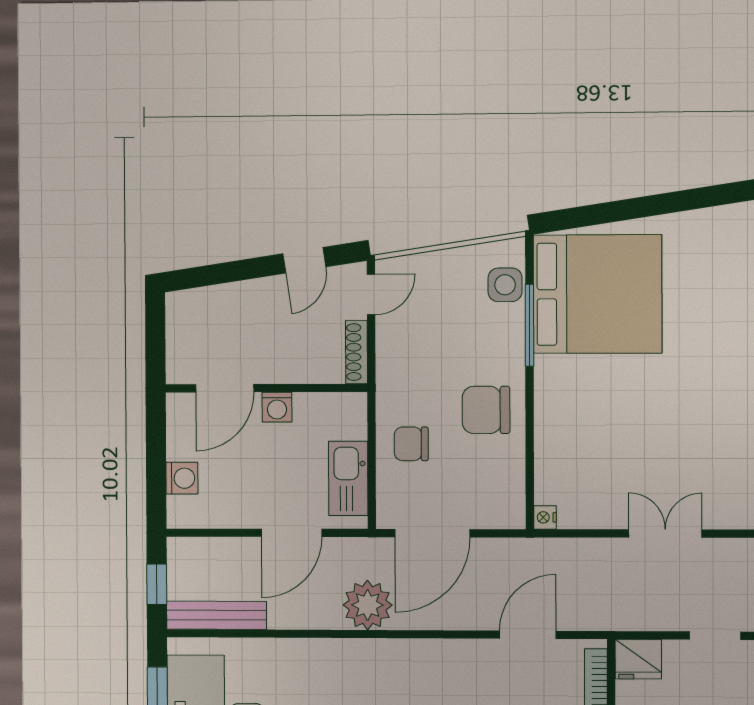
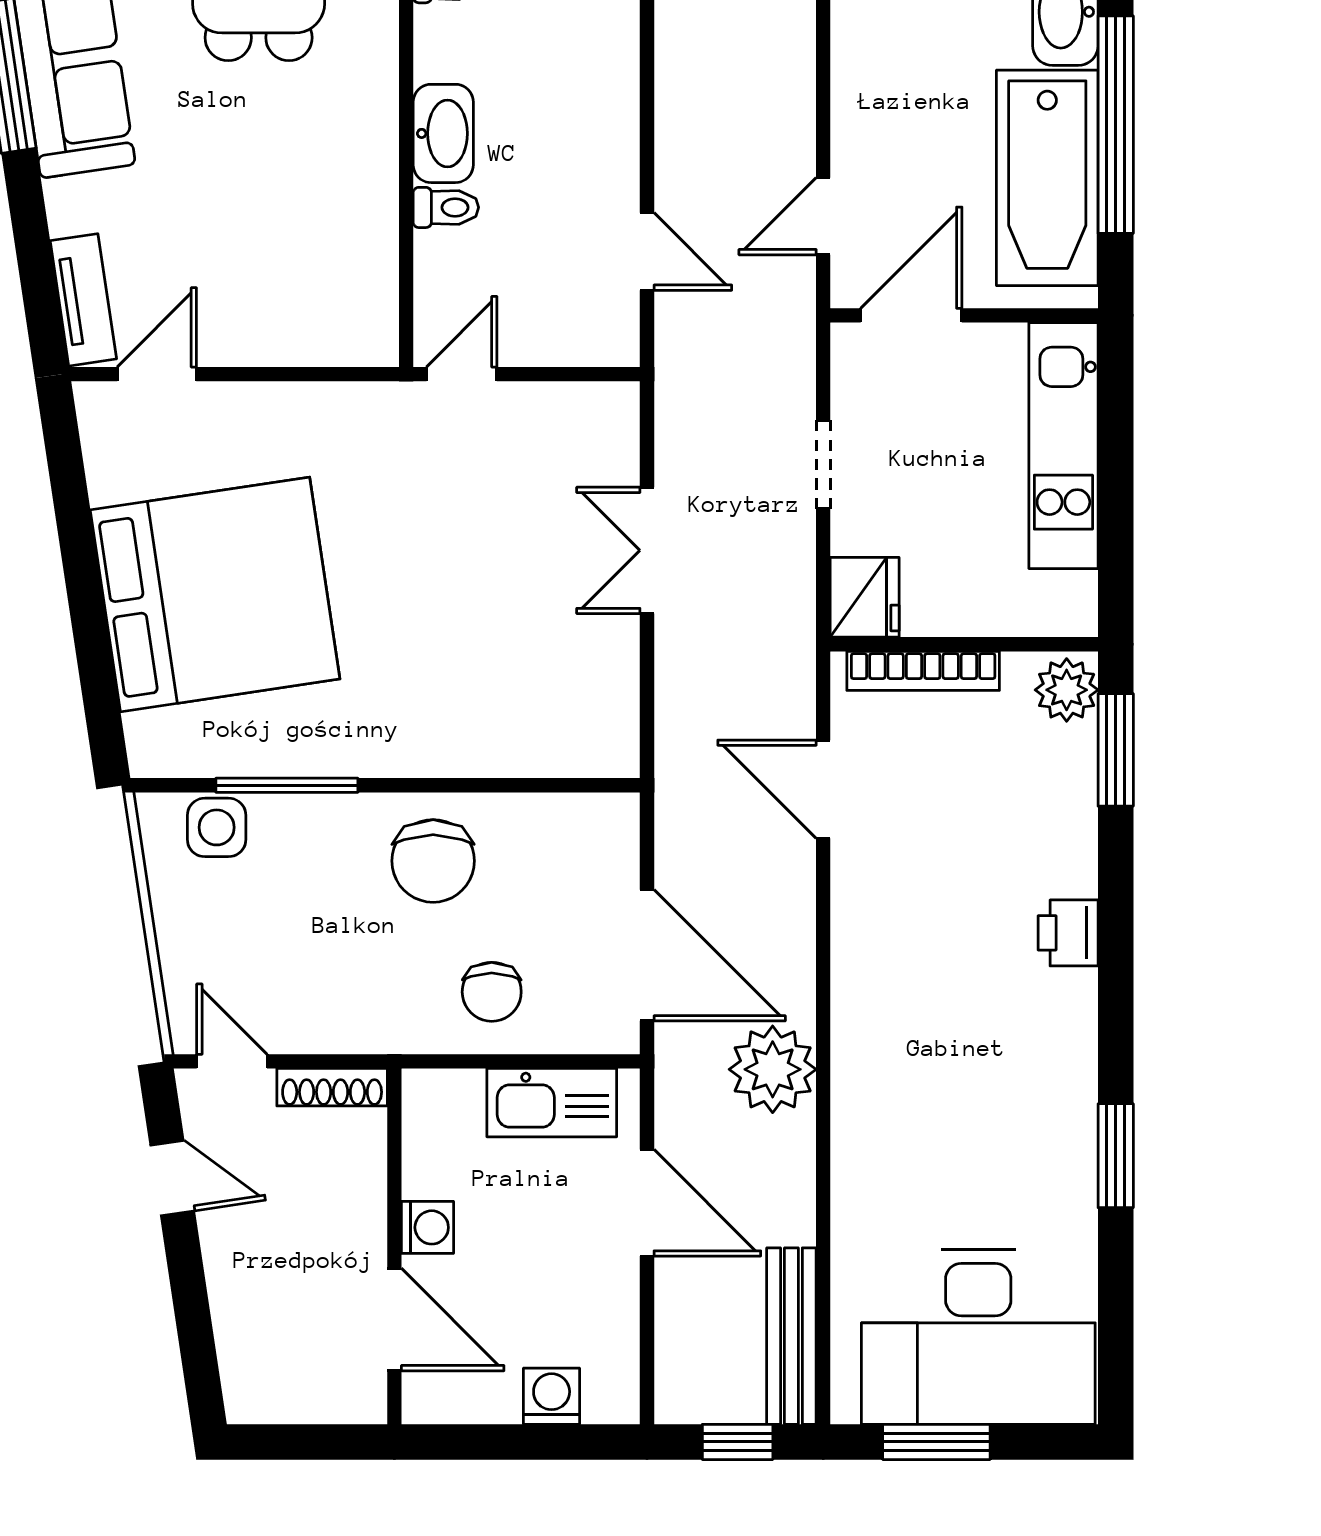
bed: (597, 294) -> (215, 594), moved, turned 82
nightstand: (545, 517) -> (619, 759), removed

